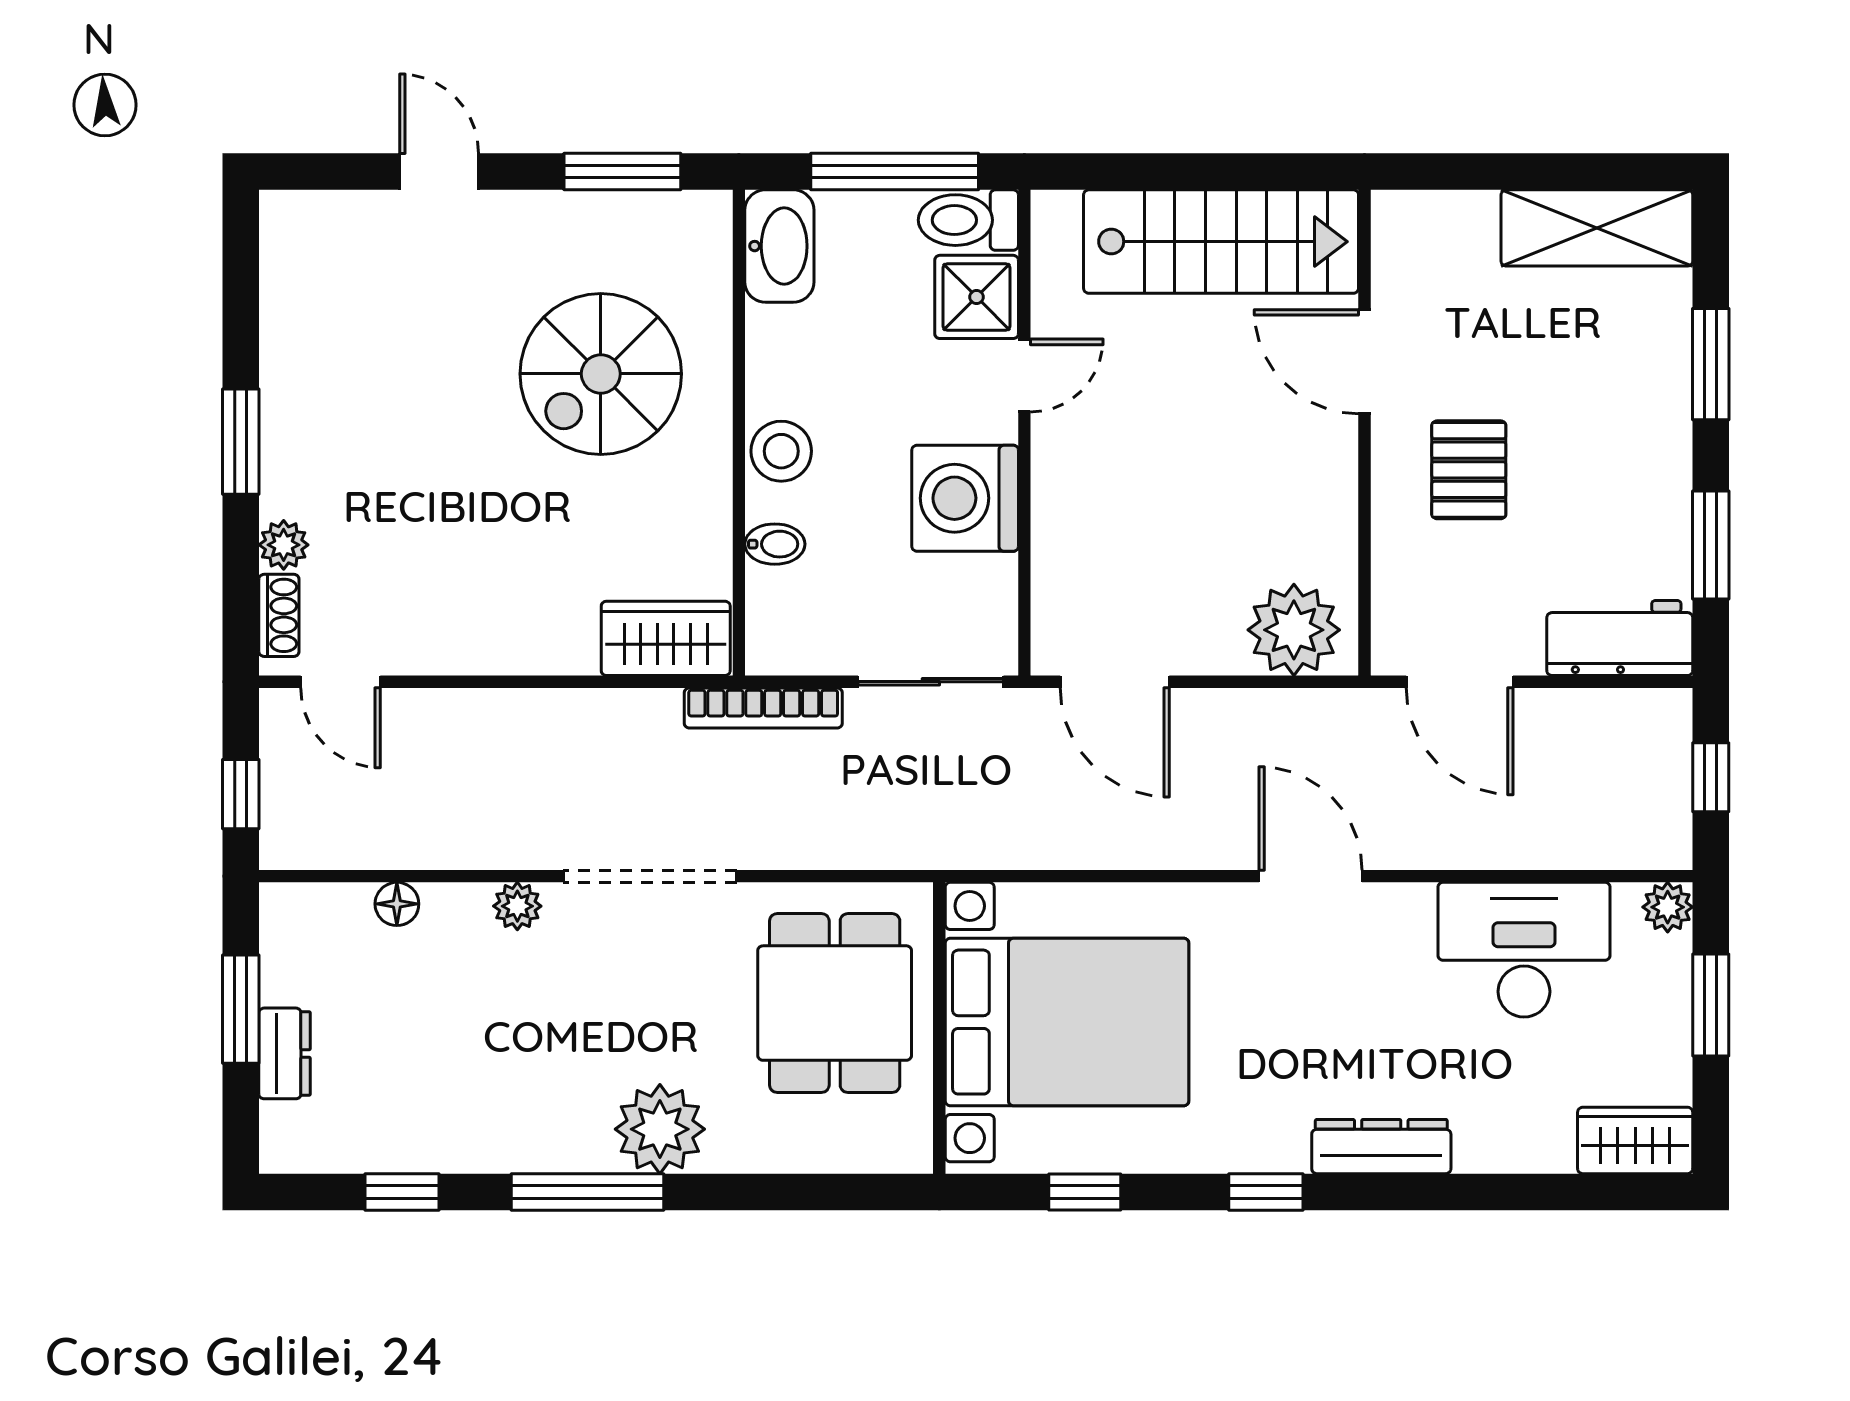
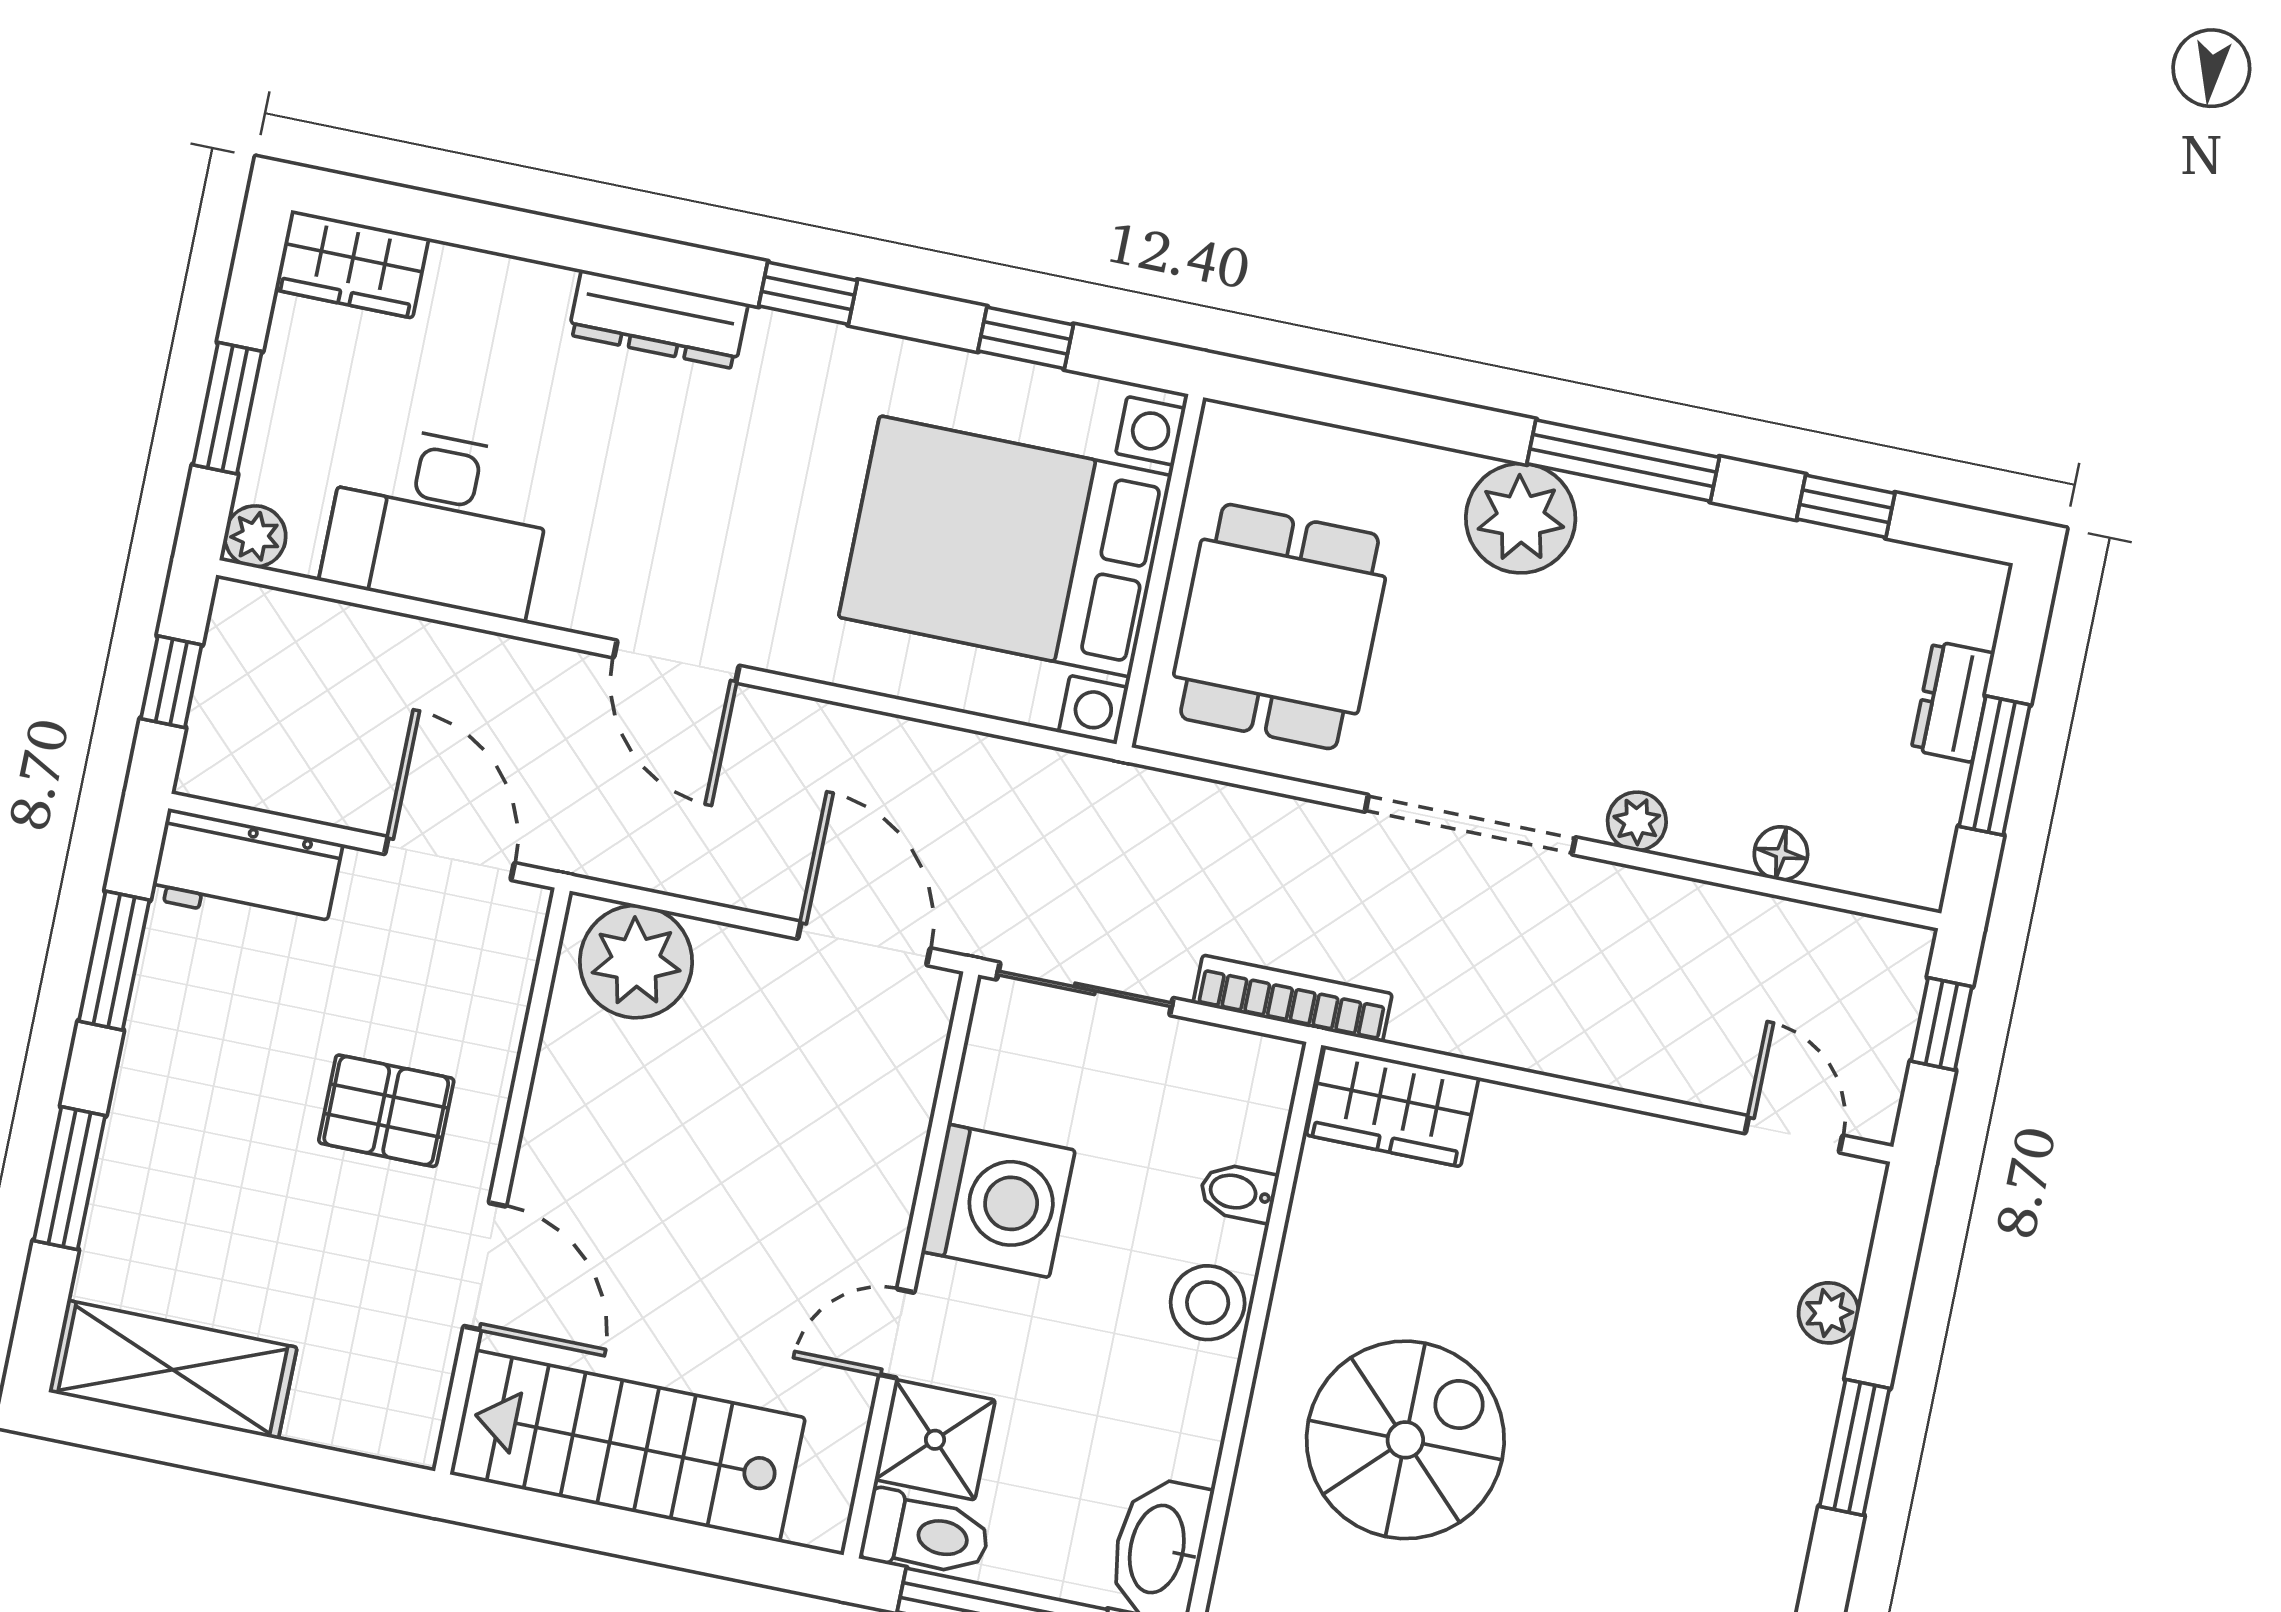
pallet: (1469, 470) -> (386, 1111), turned 90
shoe rack: (279, 615) -> (1851, 1229), removed

